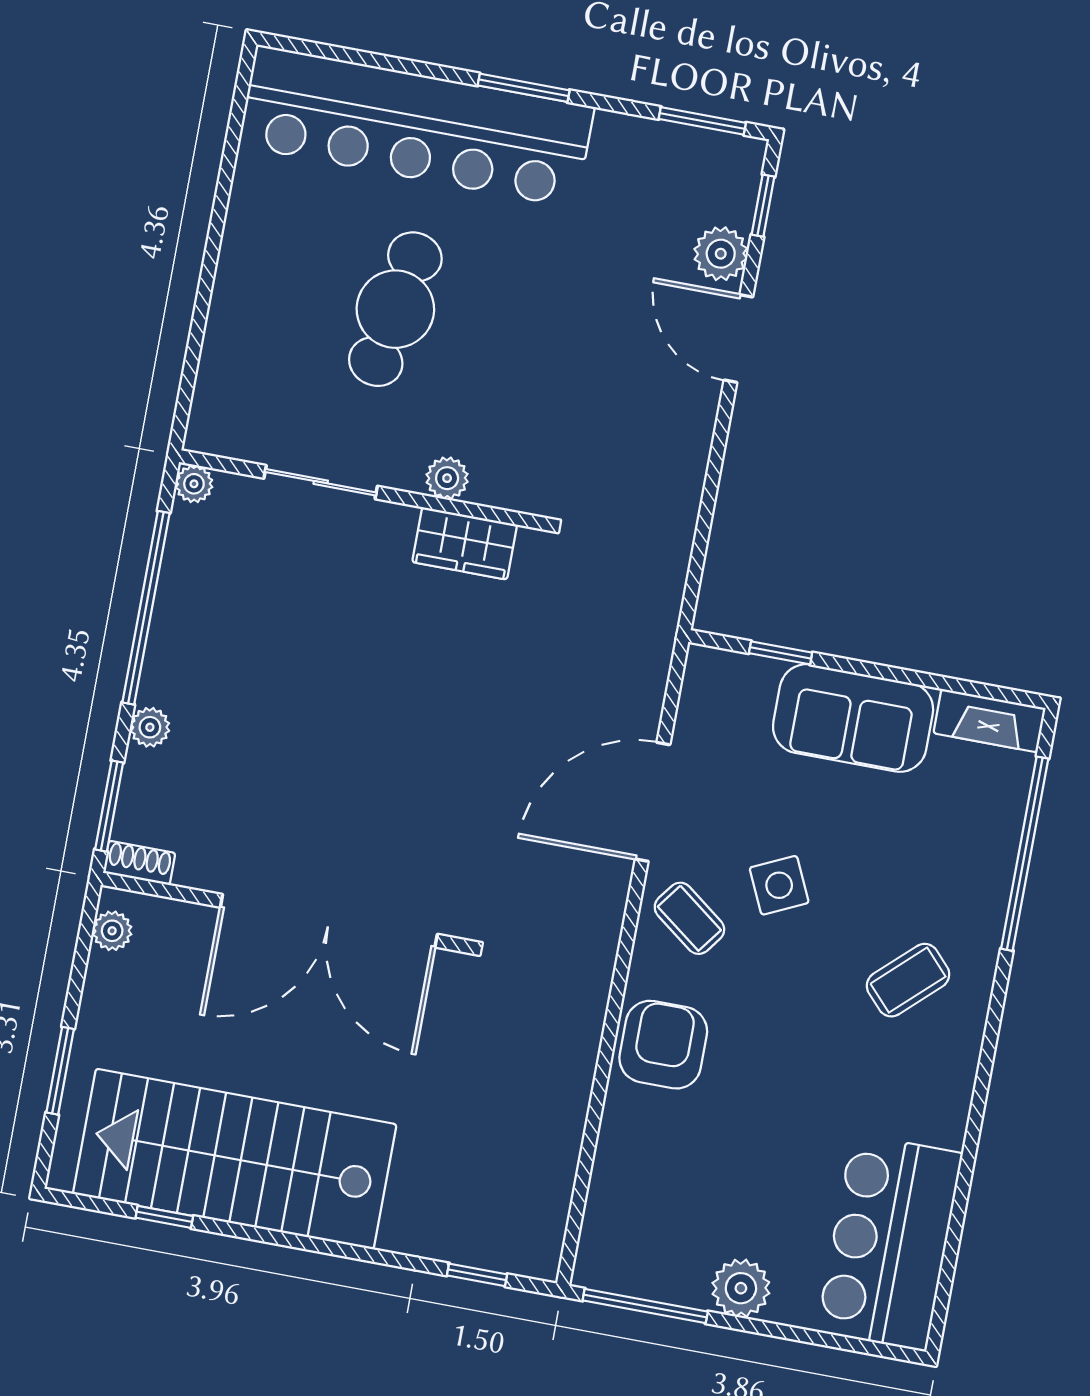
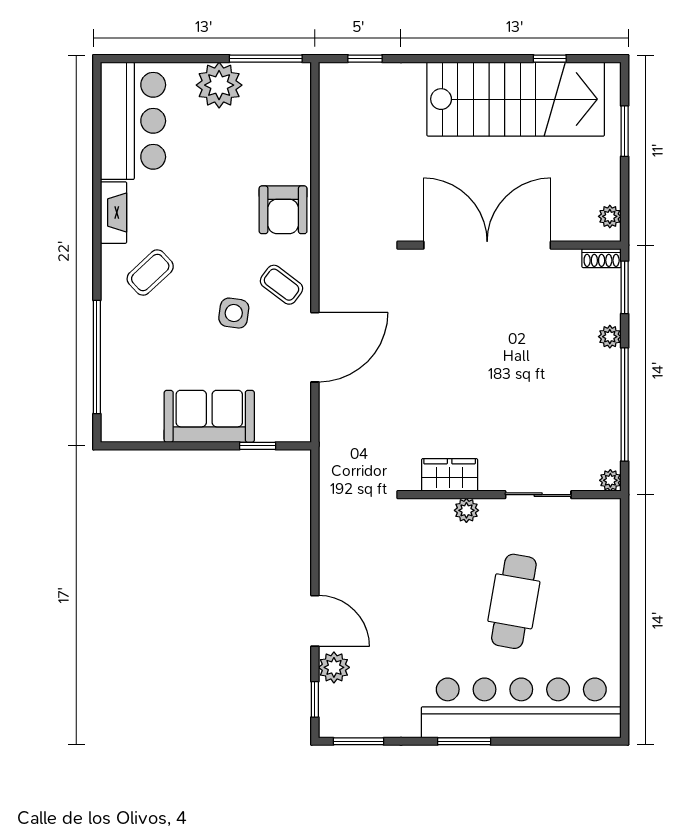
fireplace: (989, 721) -> (113, 213), moved, turned 90
side table: (779, 885) -> (234, 313), turned 33
plant: (741, 1288) -> (219, 85), width x1.36, depth x1.36

